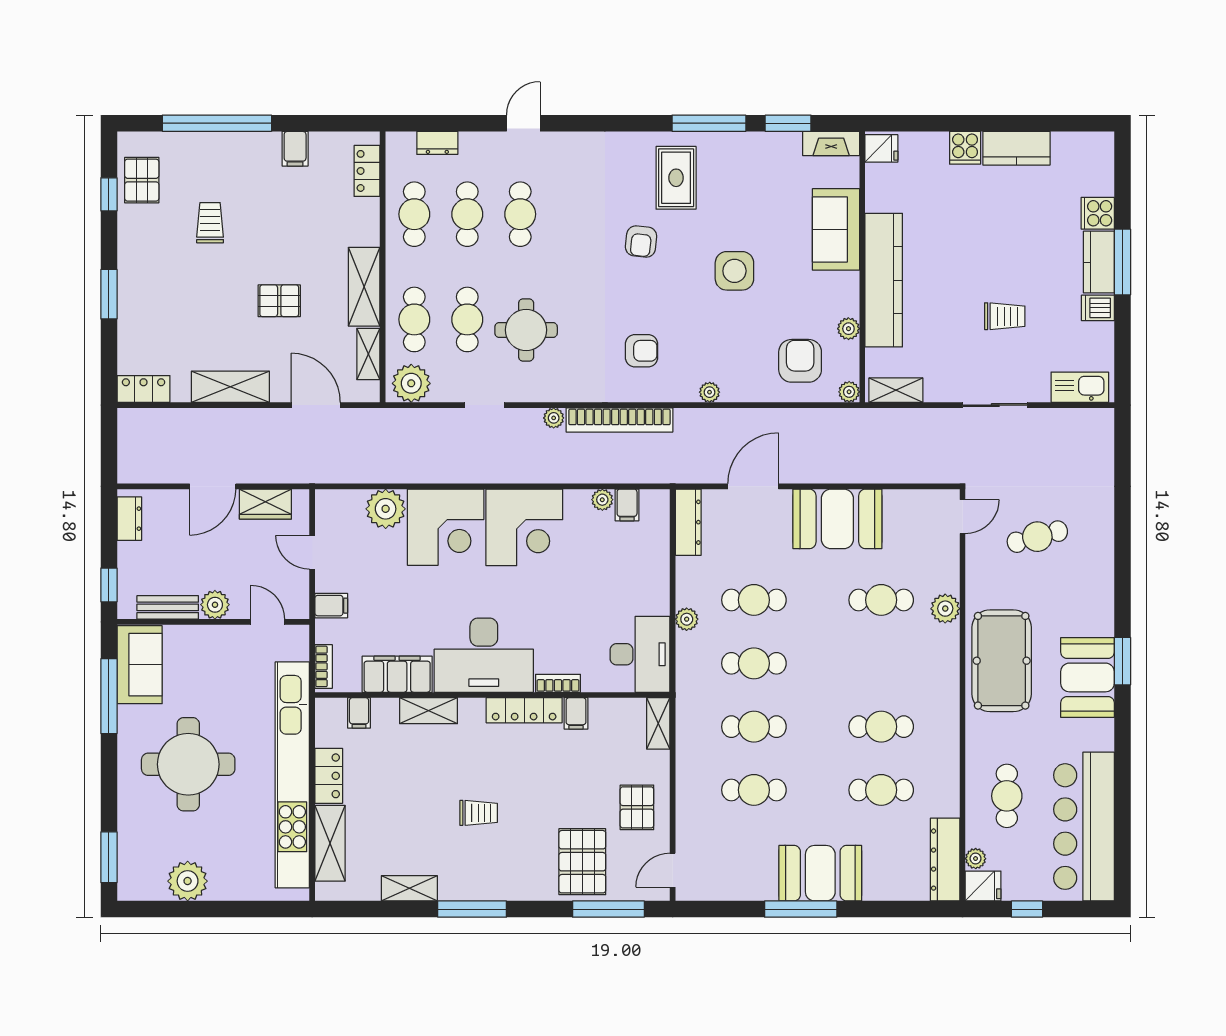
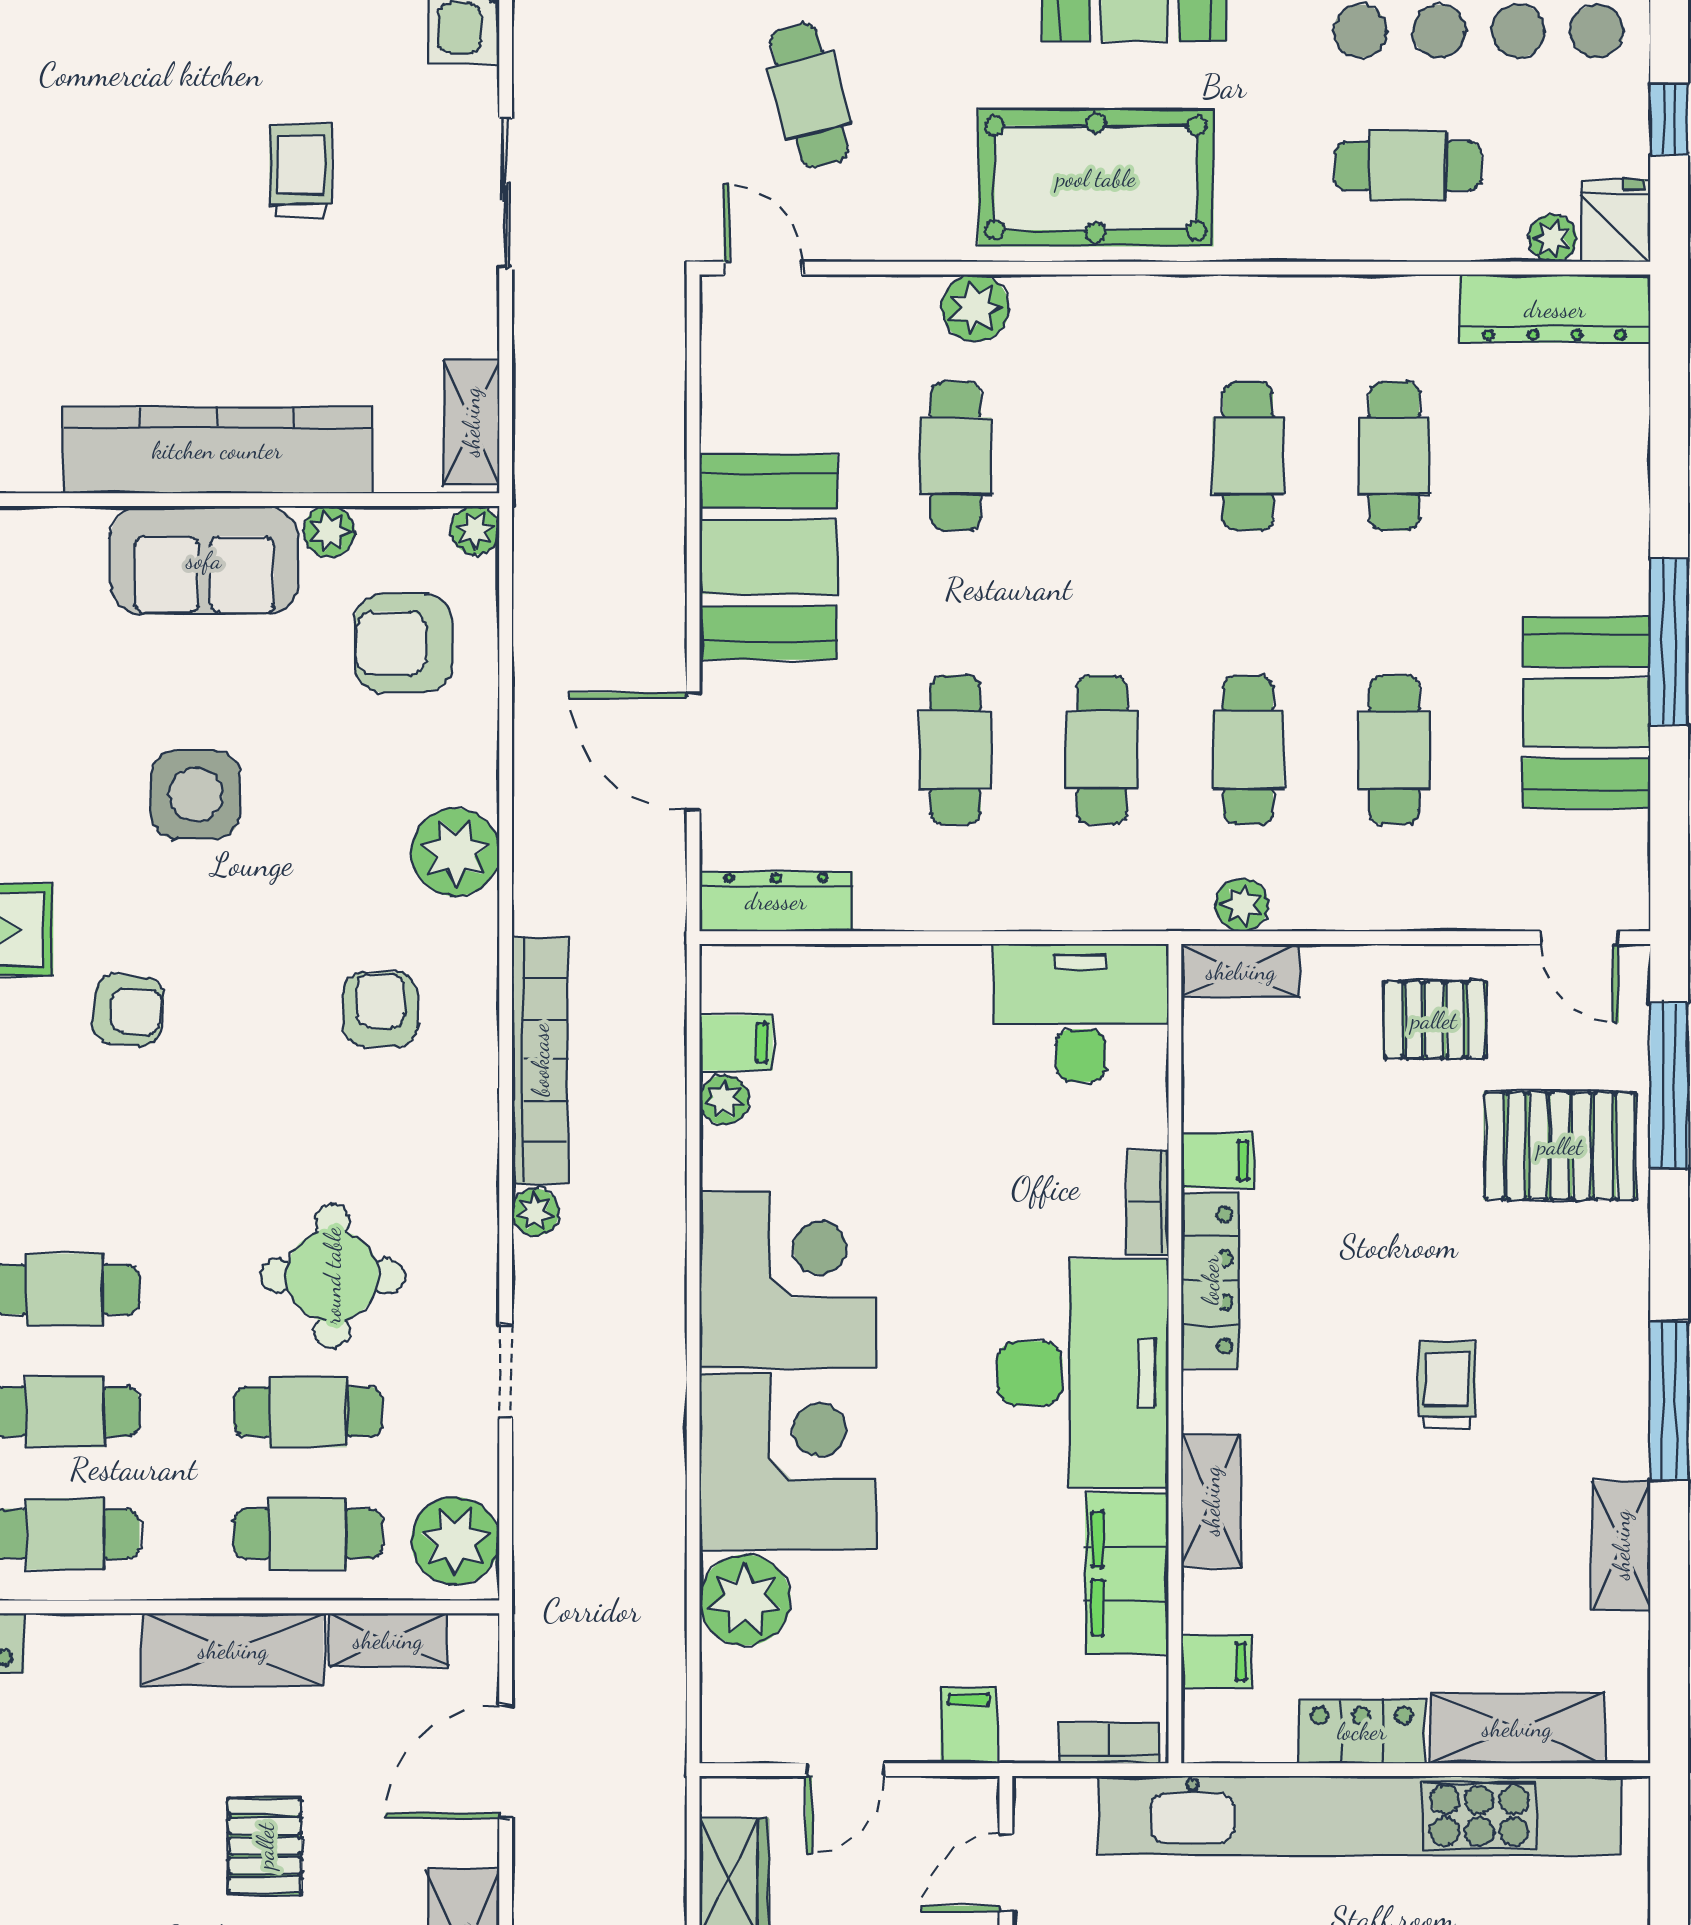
sofa: (836, 229) -> (204, 560), moved
plant: (710, 392) -> (455, 852), width x1.87, depth x1.87
plant: (687, 619) -> (1242, 905), moved
booth: (820, 873) -> (1586, 713), moved

